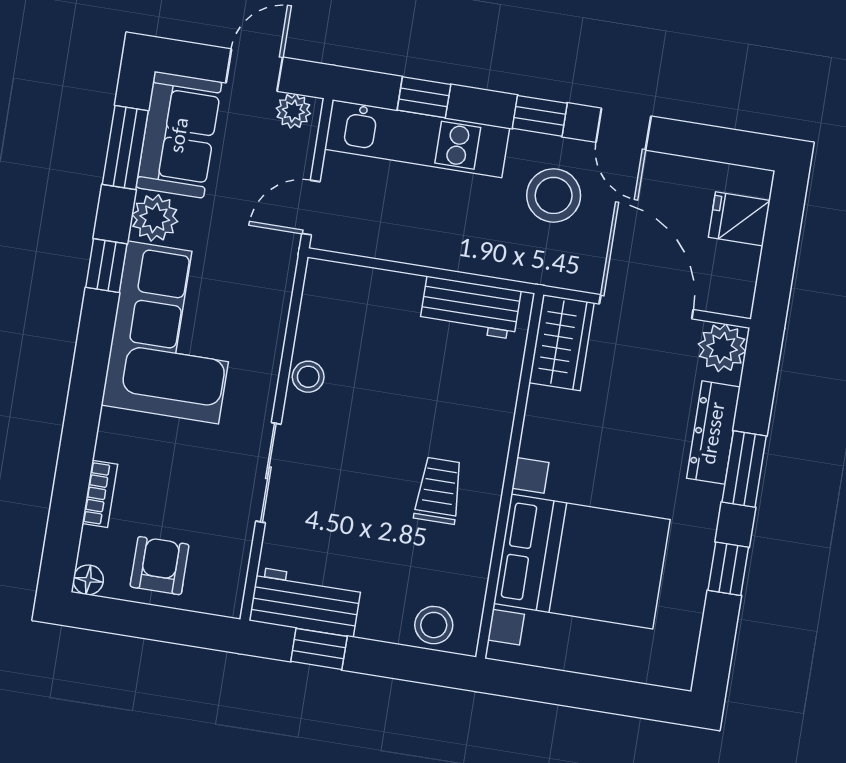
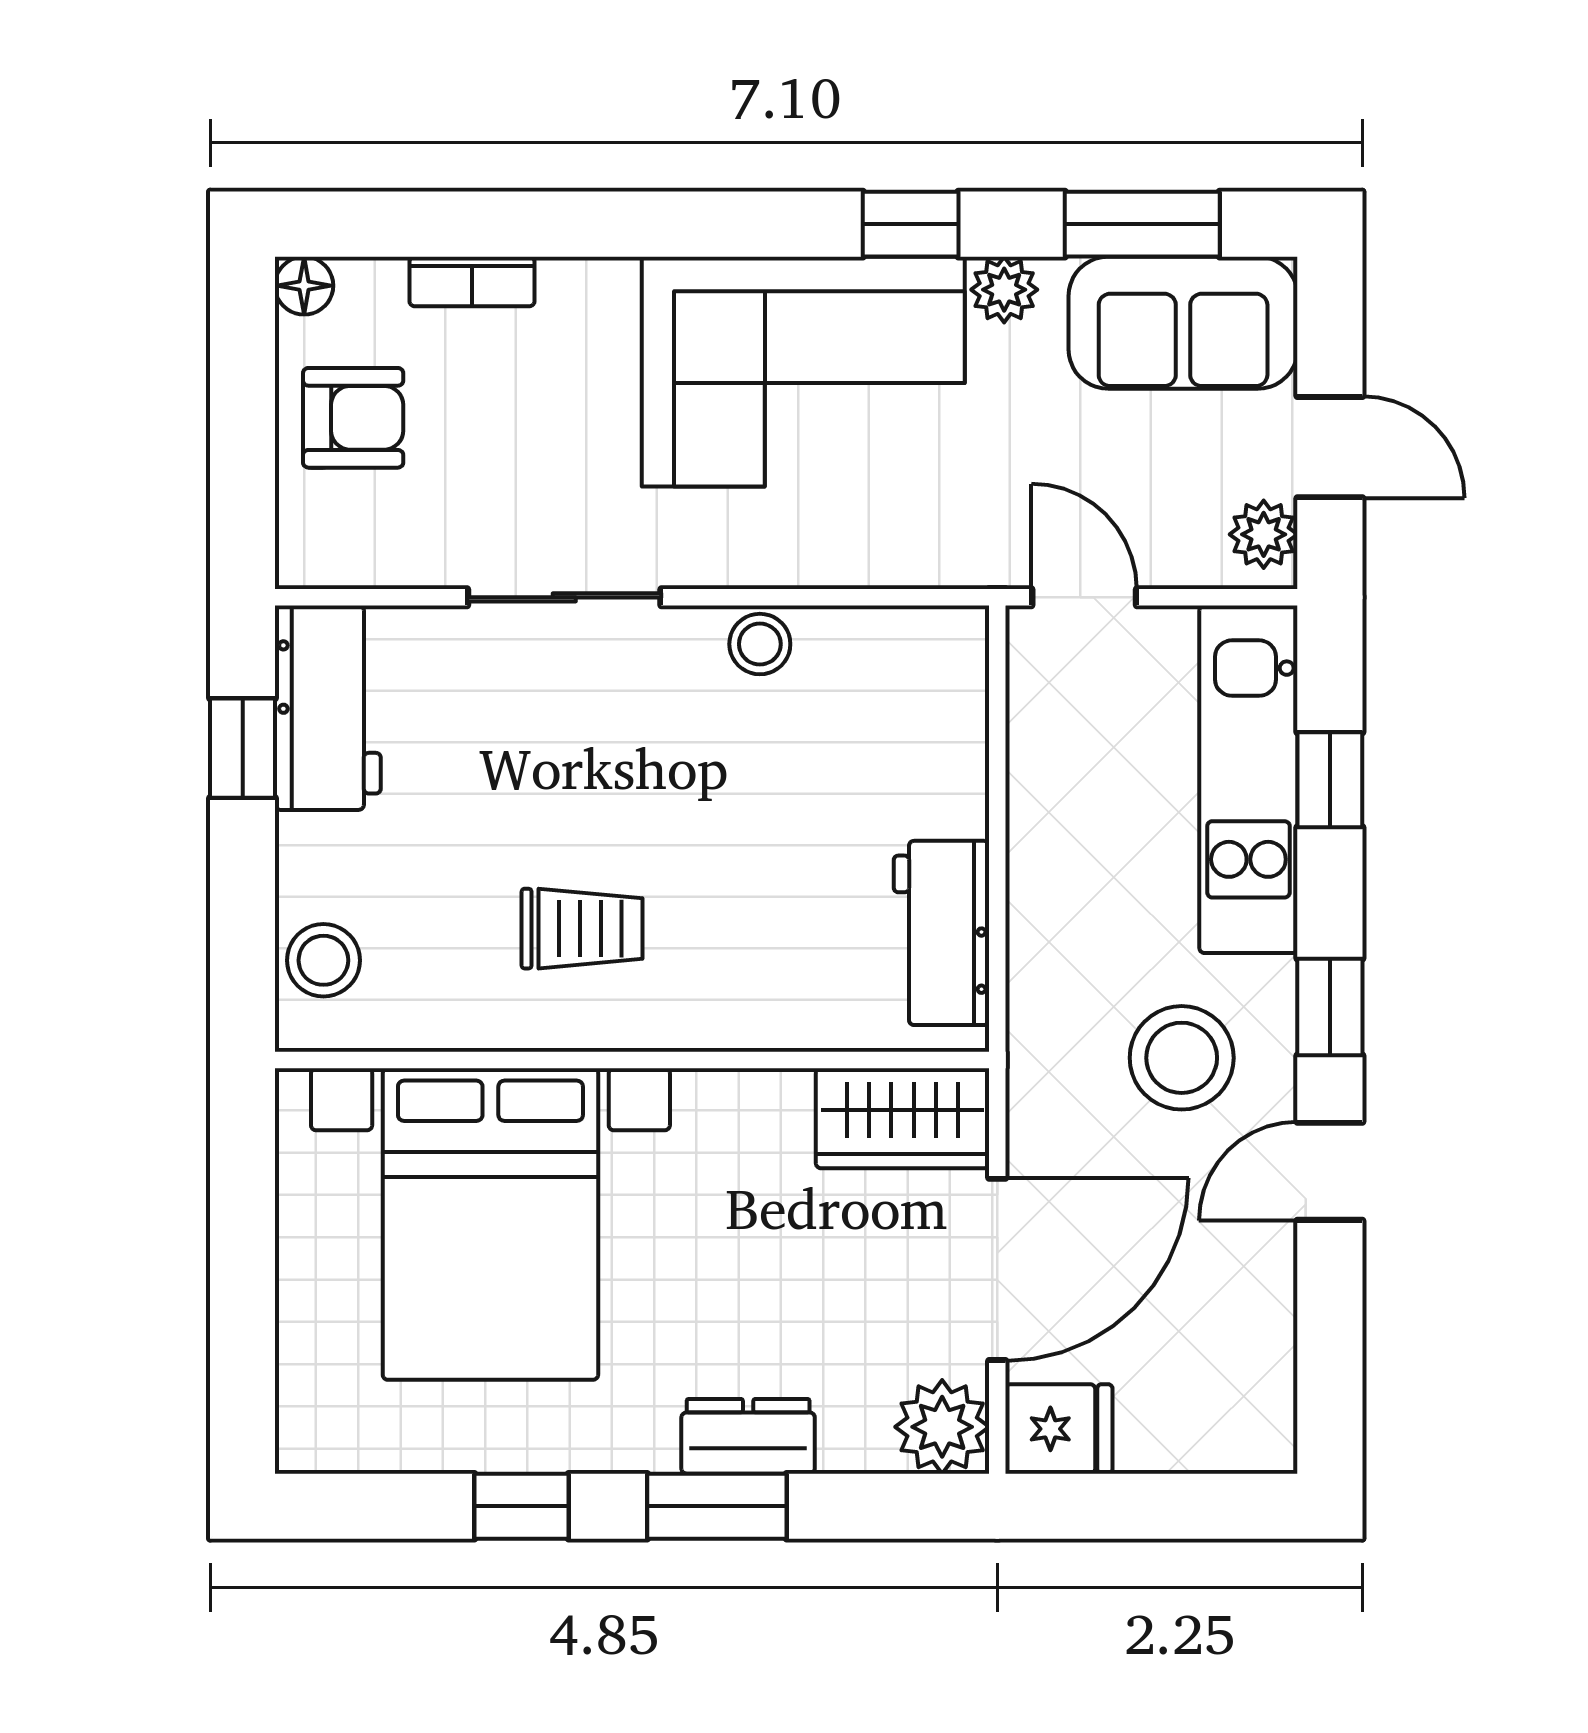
plant: (155, 218) -> (1004, 290), width x0.73, depth x0.73
fridge: (739, 219) -> (1059, 1429), moved, turned 90
dresser: (713, 433) -> (748, 1436), width x0.70

